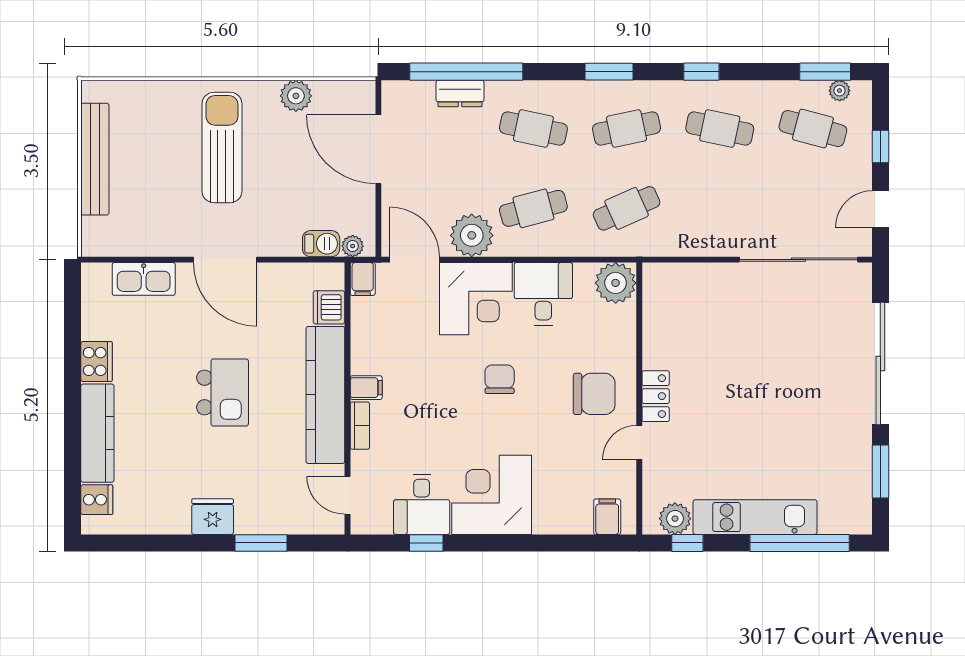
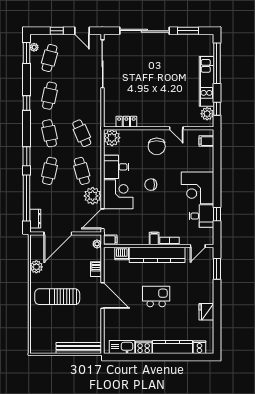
window: (609, 72) -> (27, 156), moved
dresser: (460, 93) -> (35, 219), moved
bench: (95, 159) -> (79, 348), moved
barbecue: (321, 244) -> (96, 269), moved
door: (225, 260) -> (102, 295), hinge flipped
kitchen sink: (144, 279) -> (122, 347), moved, turned -90
chair: (594, 394) -> (157, 146), turned 180
locker: (656, 396) -> (126, 122), moved
fridge: (213, 517) -> (206, 312), moved
window: (261, 543) -> (217, 269), moved

